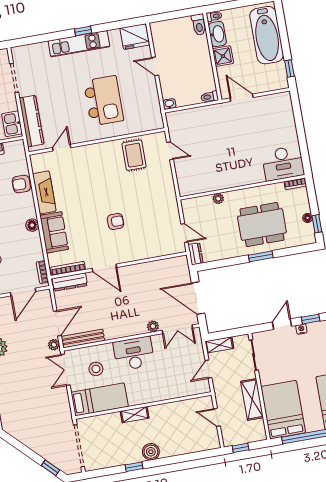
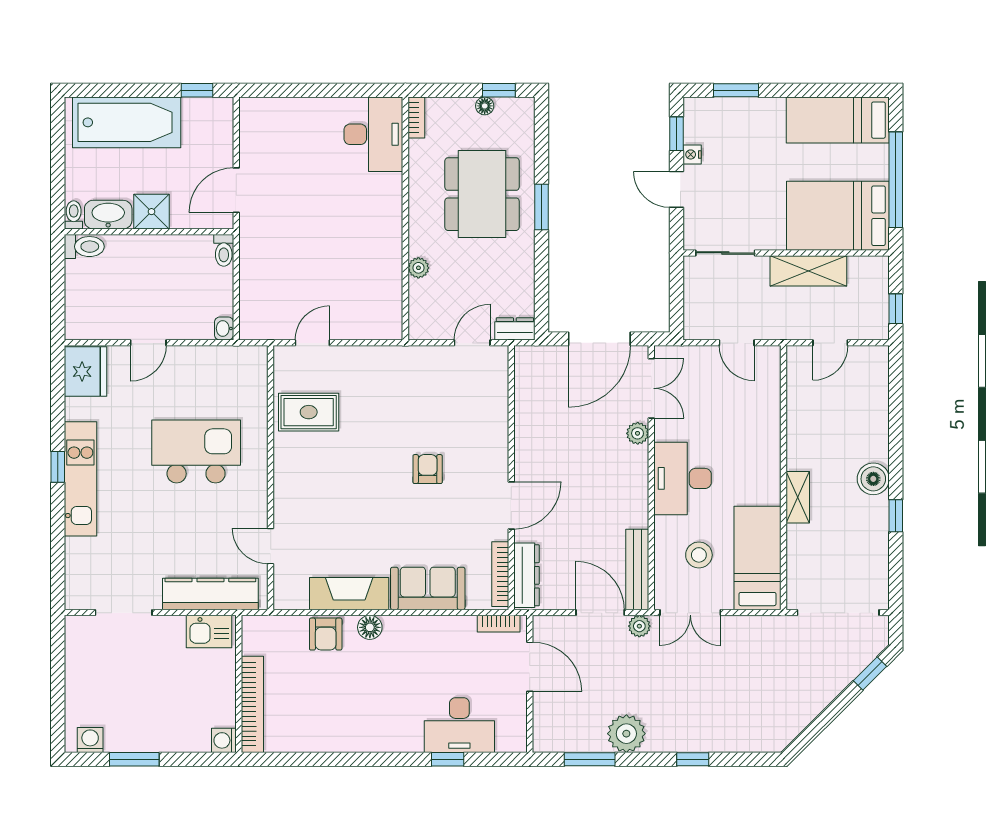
floor lamp: (32, 225) -> (370, 627), moved
shelving: (219, 345) -> (695, 314), removed

